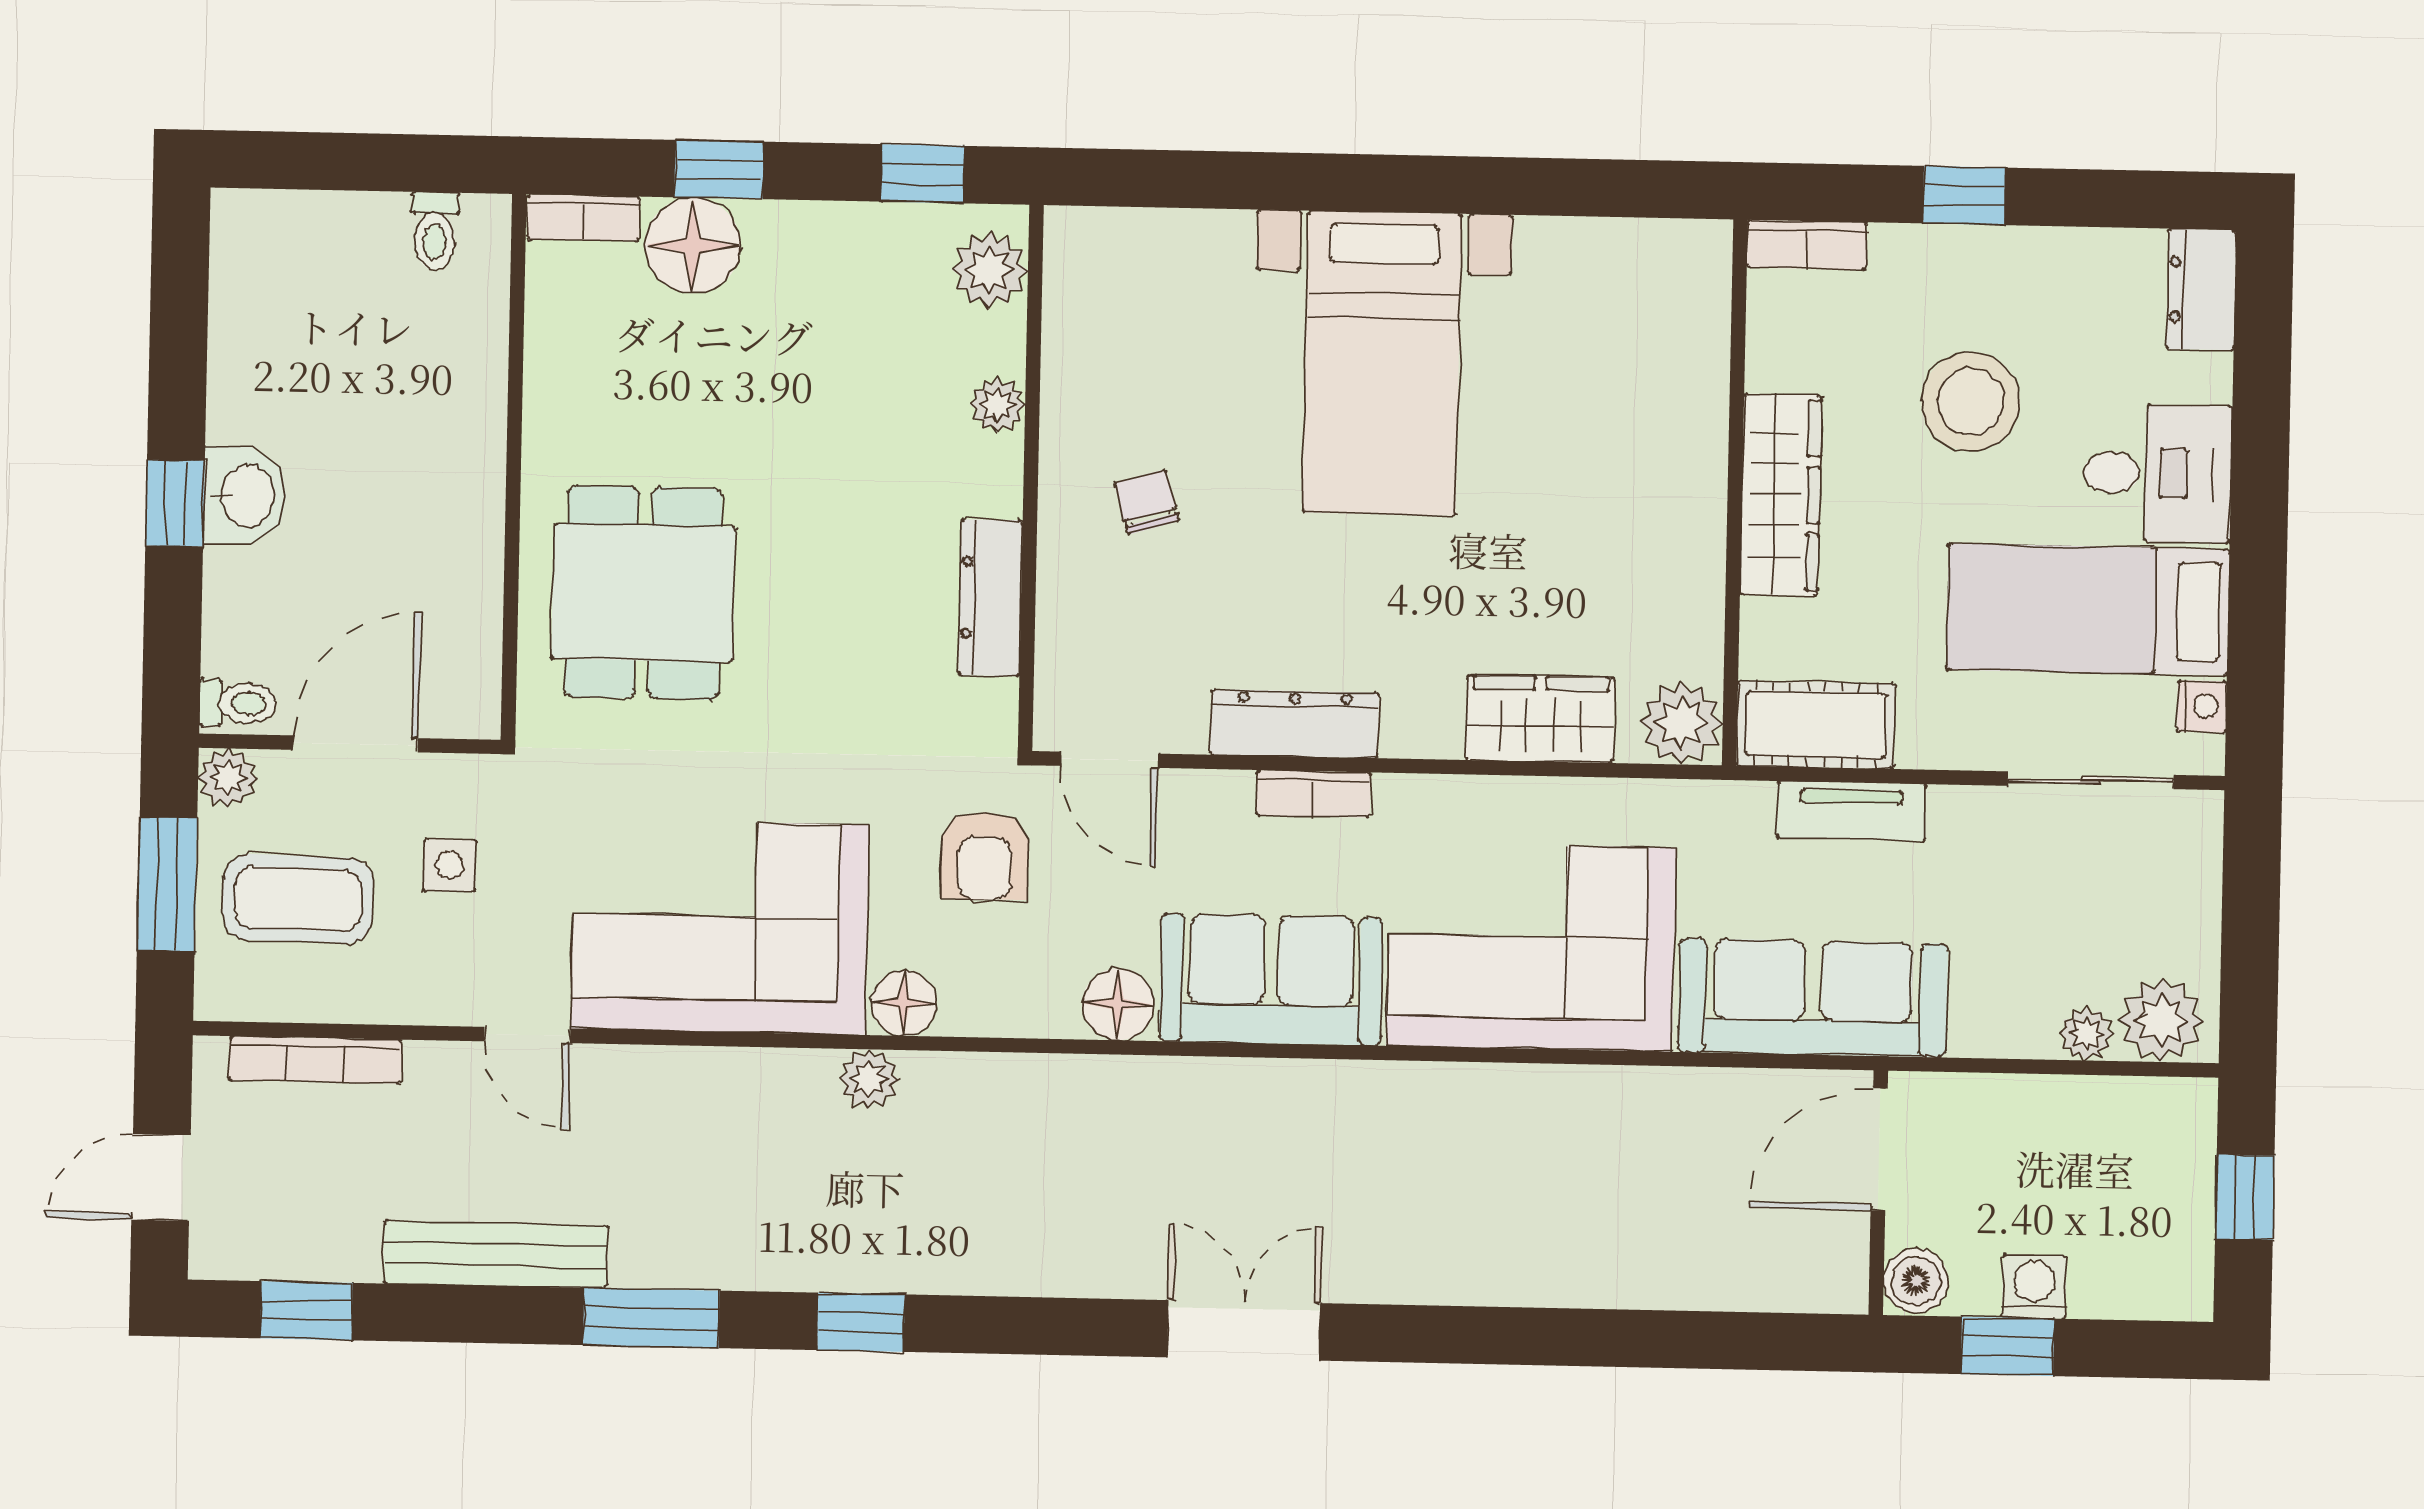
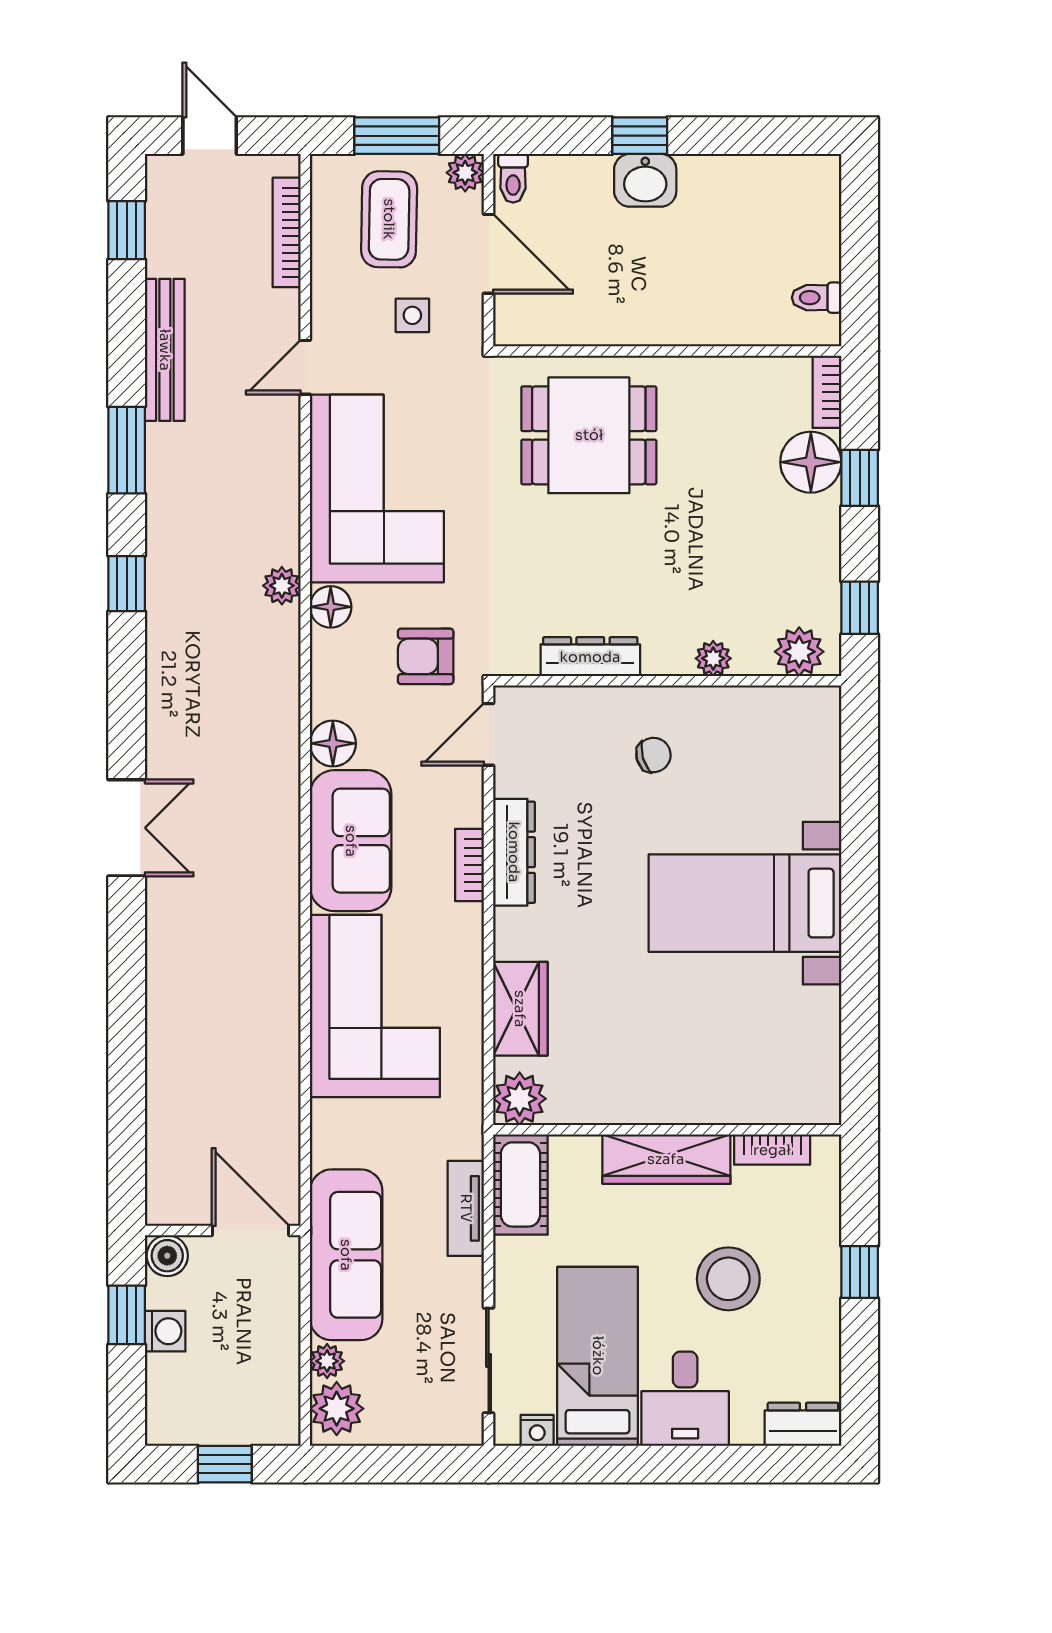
bookcase: (1807, 245) -> (772, 1150), moved, turned -90
sofa: (1813, 998) -> (346, 1255), moved

